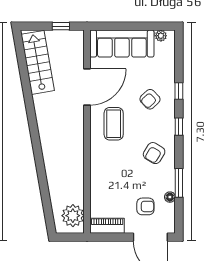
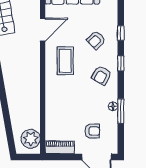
door: (87, 87) -> (43, 30), width x0.73
armchair: (154, 153) -> (102, 75), moved
floor lamp: (170, 197) -> (113, 106), moved

